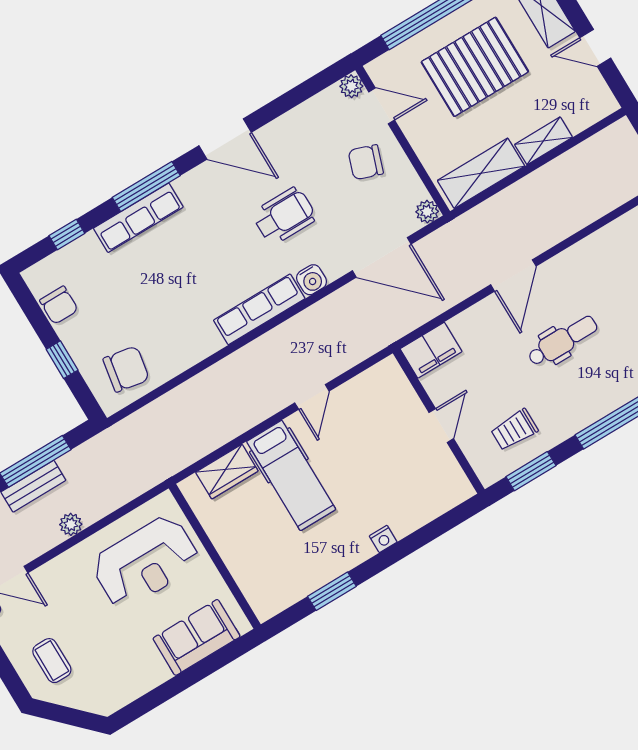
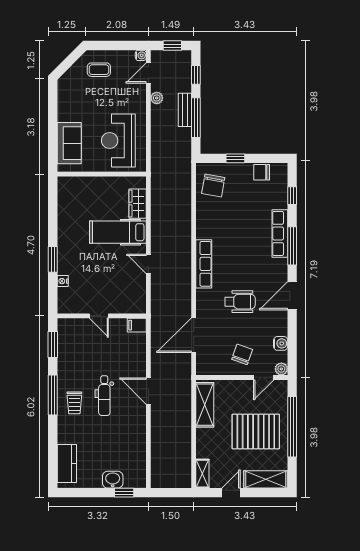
pallet: (475, 67) -> (256, 432), turned 90
shelving: (544, 141) -> (202, 474), moved
plant: (427, 212) -> (202, 369), removed
wheelchair: (284, 216) -> (240, 302), turned -90
water cooler: (312, 280) -> (281, 343), moved, turned 180
filing cabinet: (431, 350) -> (137, 325), width x0.50
trolley: (514, 430) -> (74, 403), moved, turned 180
plant: (71, 524) -> (157, 98), moved
nightstand: (383, 539) -> (63, 281), moved
window: (332, 591) -> (53, 259), moved

